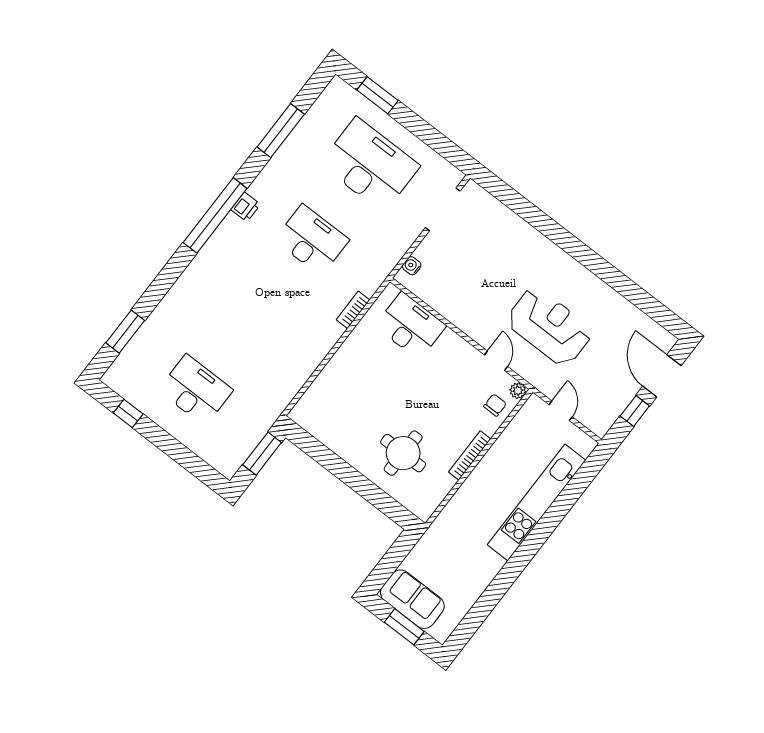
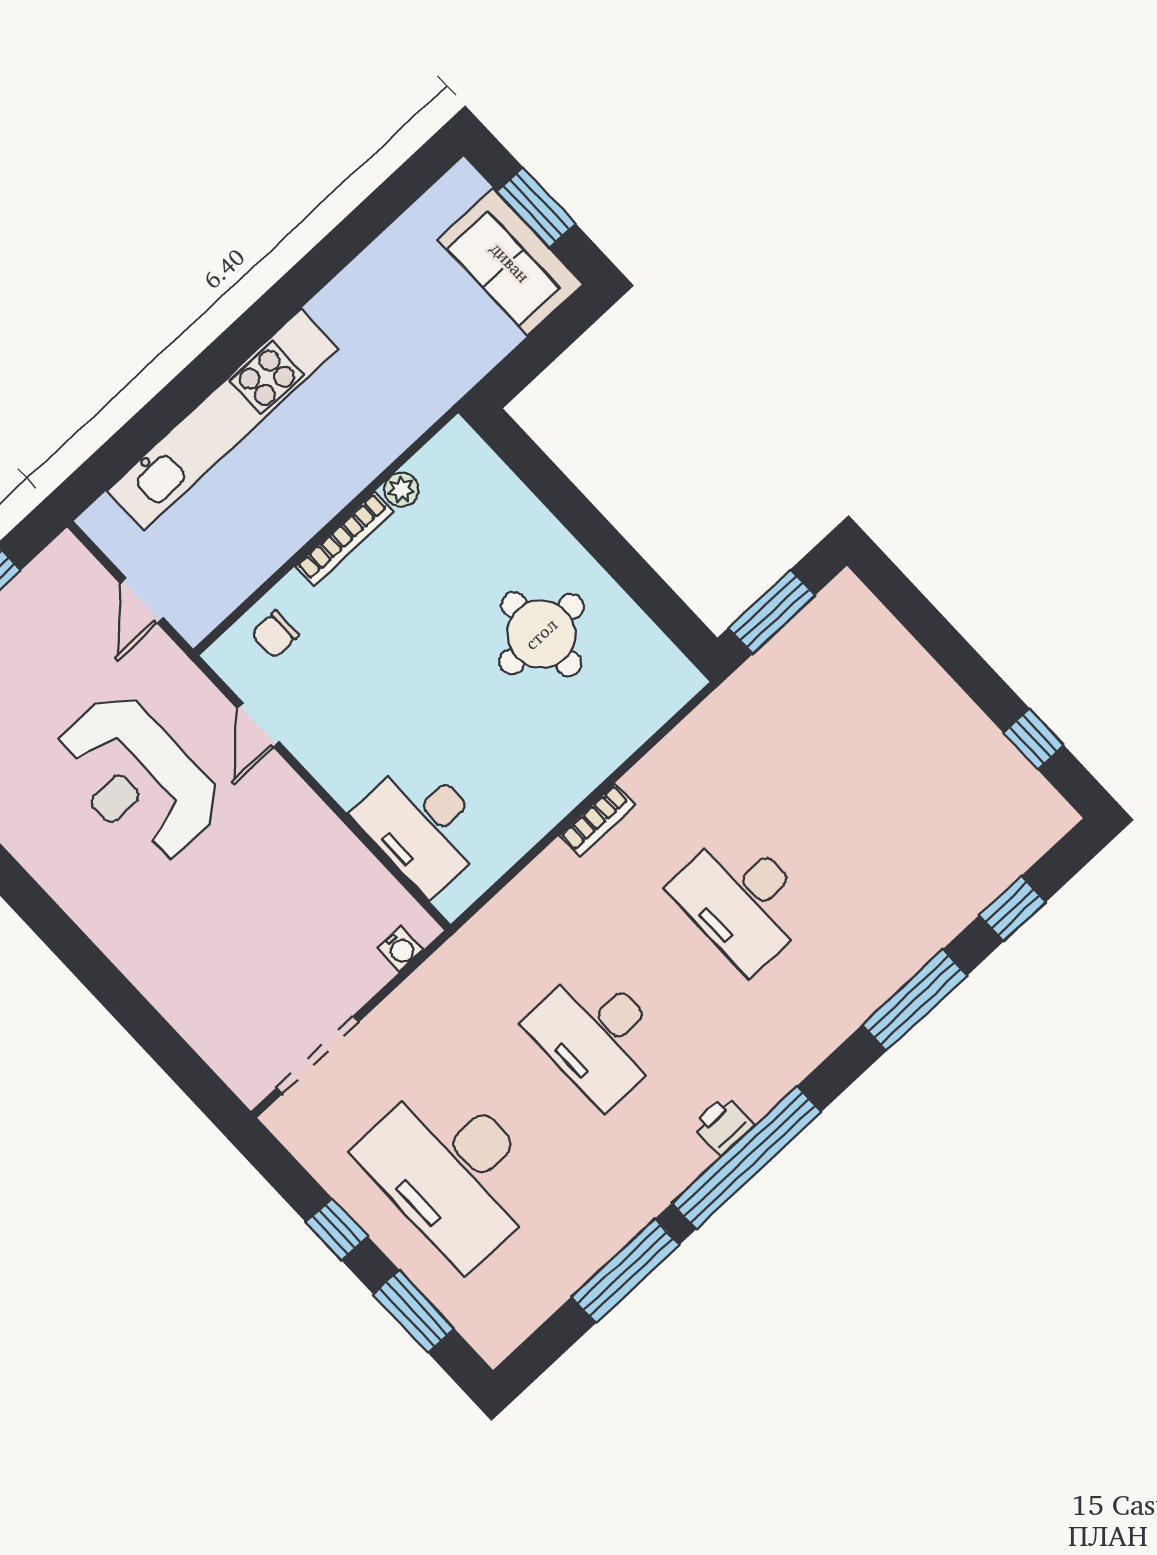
window: (420, 128) -> (337, 1229), added
window: (215, 215) -> (747, 1157), moved
window: (164, 281) -> (915, 1000), added
bookcase: (353, 310) -> (597, 820), moved
window: (125, 332) -> (1012, 909), width x0.67
desk: (196, 390) -> (742, 900), moved
plant: (518, 391) -> (401, 490), moved
round table: (403, 453) -> (541, 634), moved

